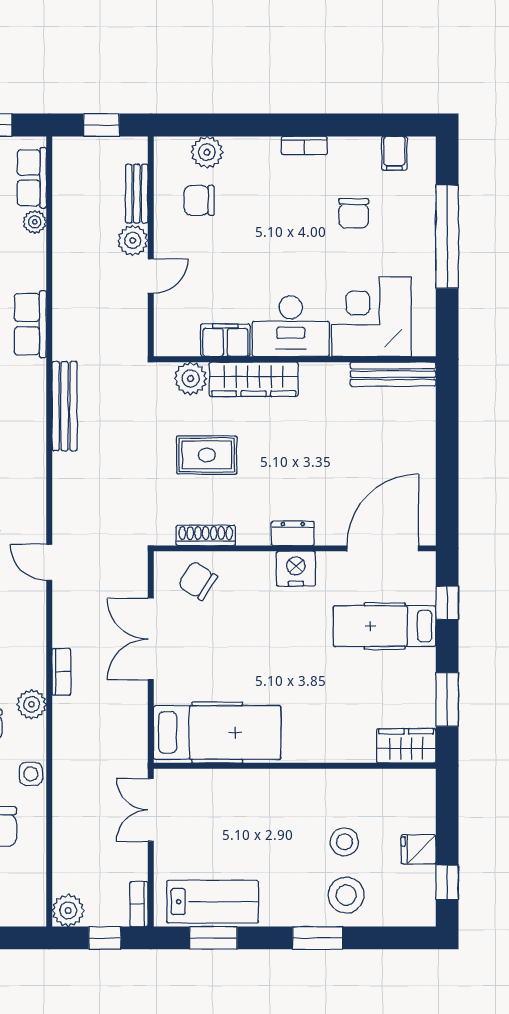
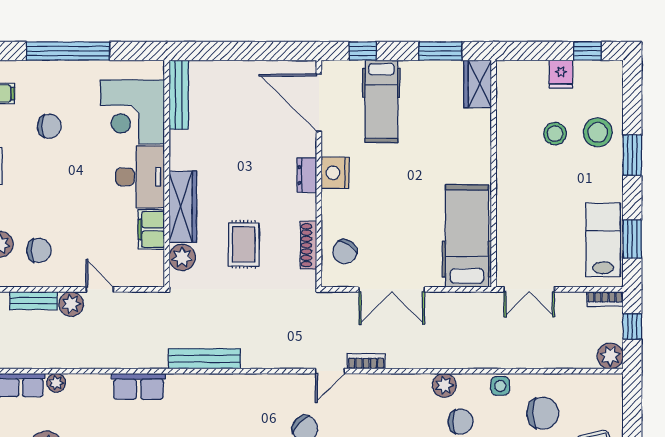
chair: (199, 200) -> (39, 250), turned -90
bookcase: (61, 672) -> (366, 361), moved

